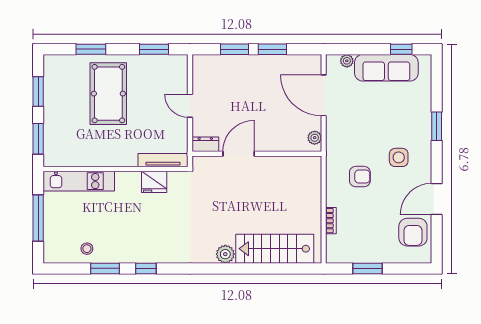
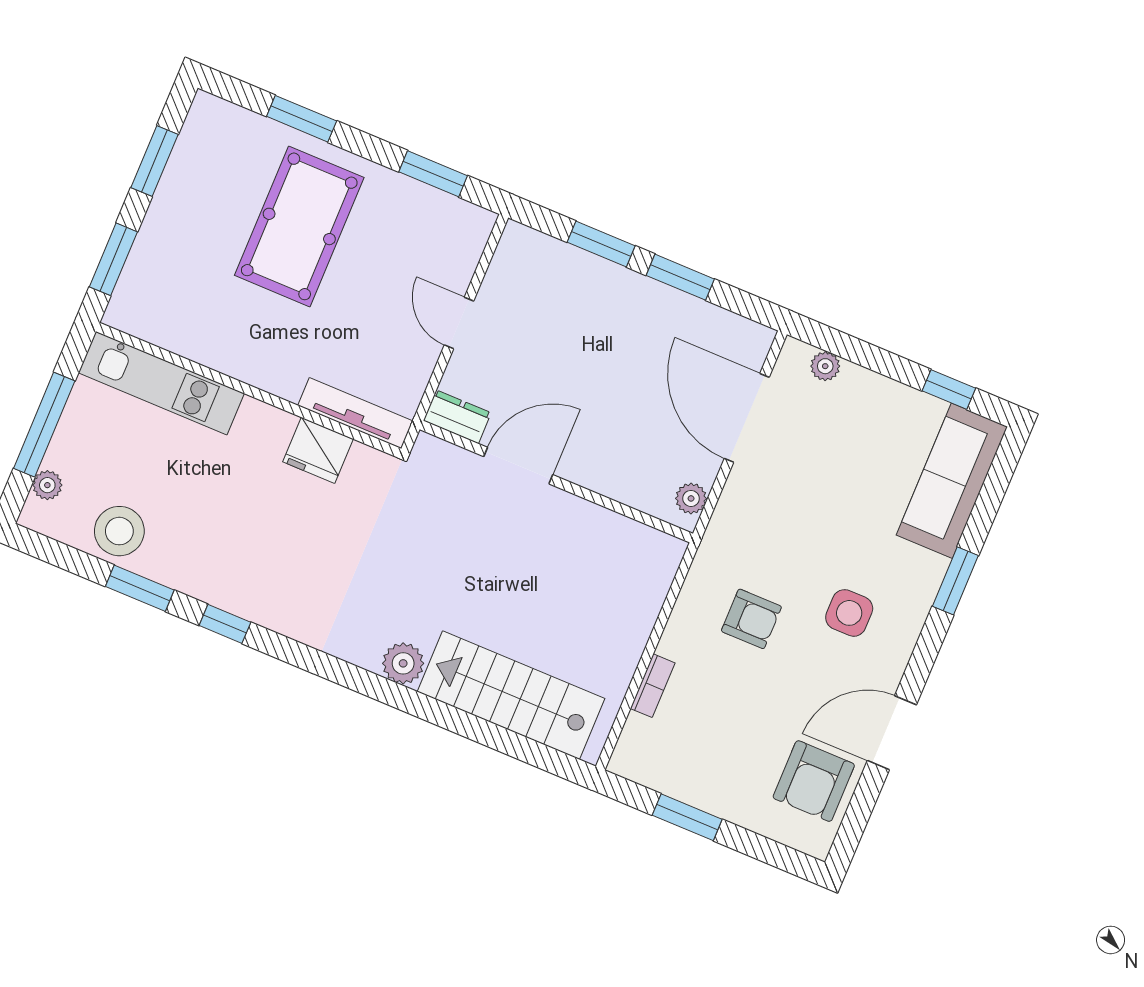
sofa: (386, 68) -> (952, 481), moved, turned 90
plant: (50, 242) -> (47, 485), added
stool: (87, 249) -> (119, 531), width x1.89, depth x1.89

